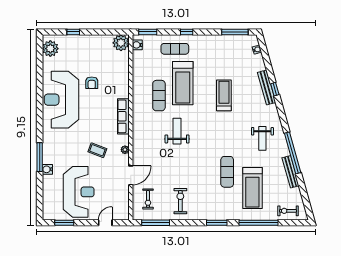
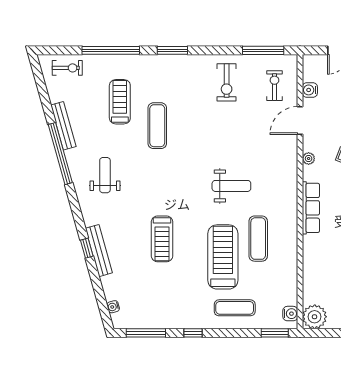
window: (187, 32) -> (193, 333), moved
weight bench: (177, 131) -> (231, 186), turned -90
treadmill: (252, 188) -> (120, 102), width x0.73, depth x0.73
water cooler: (124, 196) -> (310, 90), added

